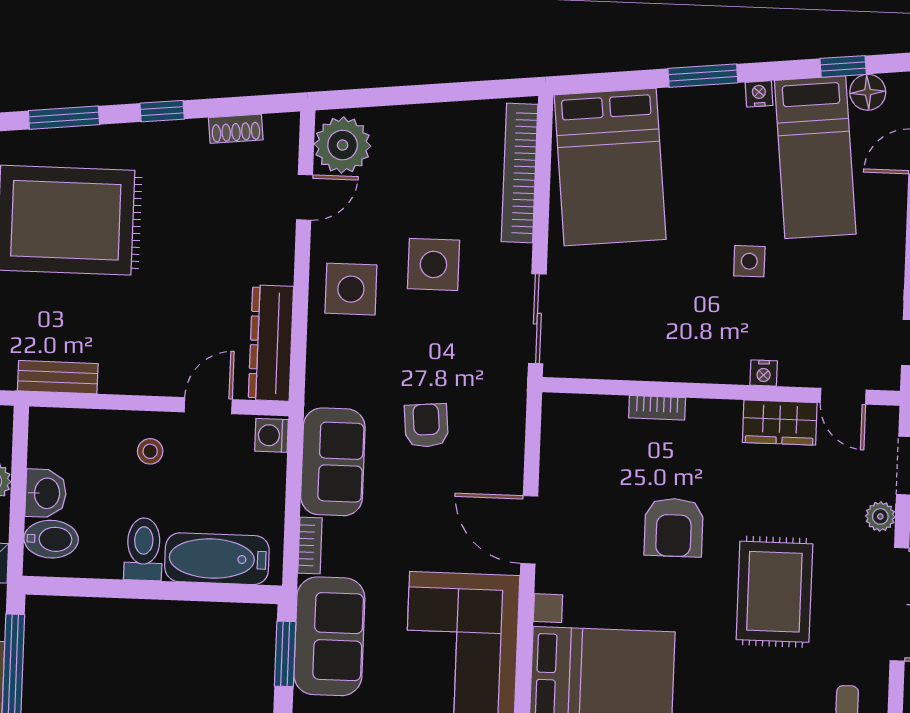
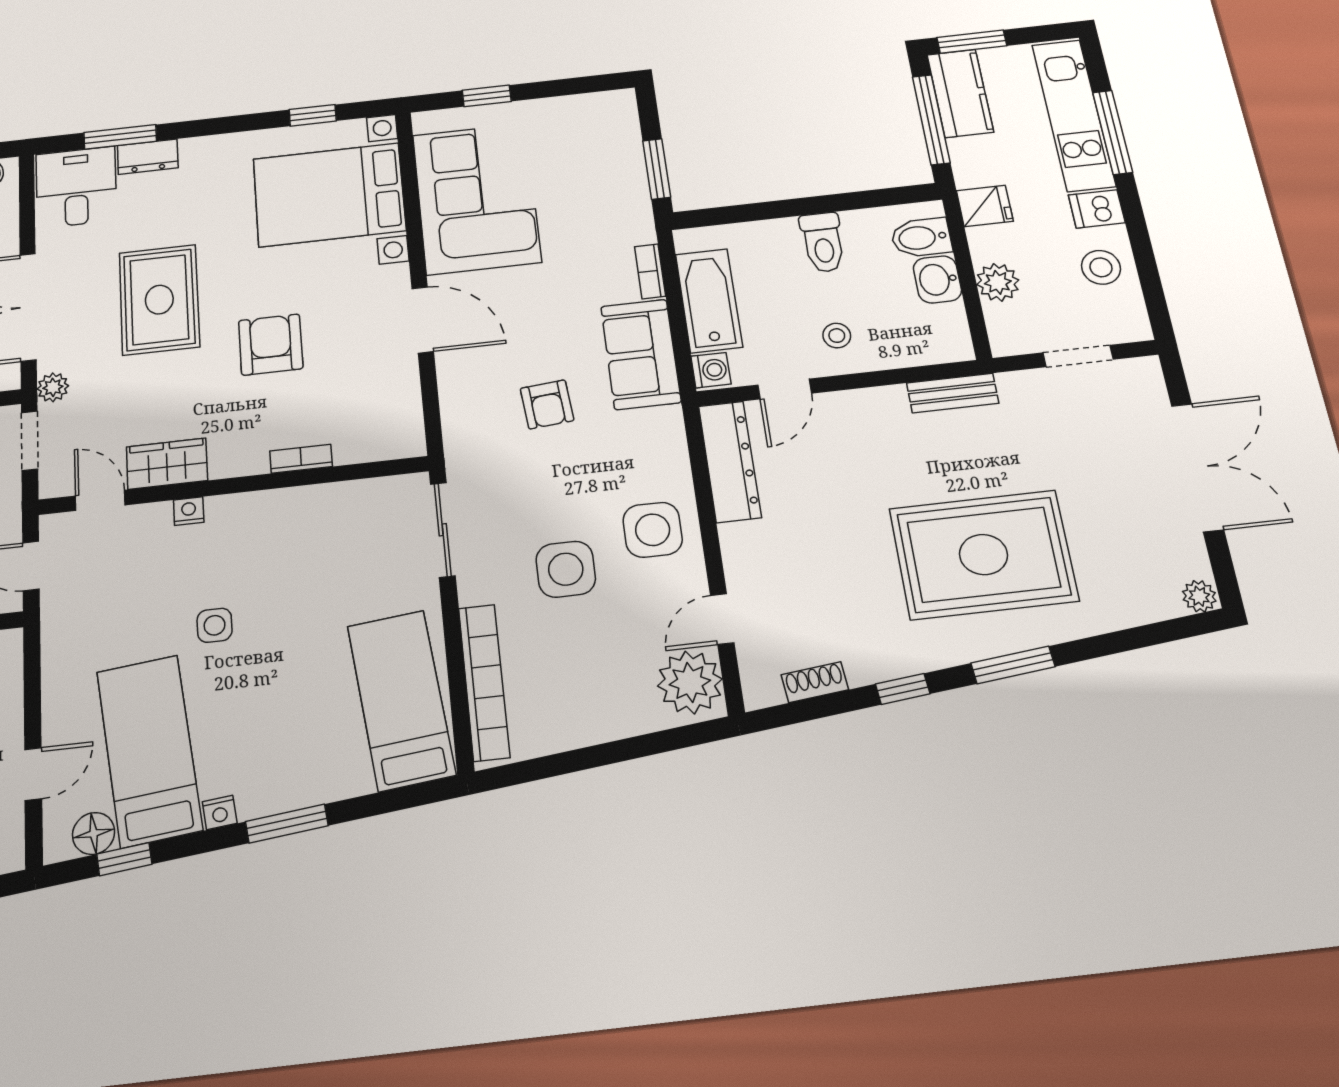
bed: (610, 167) -> (401, 700), width x0.67
bathtub: (217, 559) -> (709, 301), moved, turned -90
sofa: (329, 636) -> (614, 191), removed

